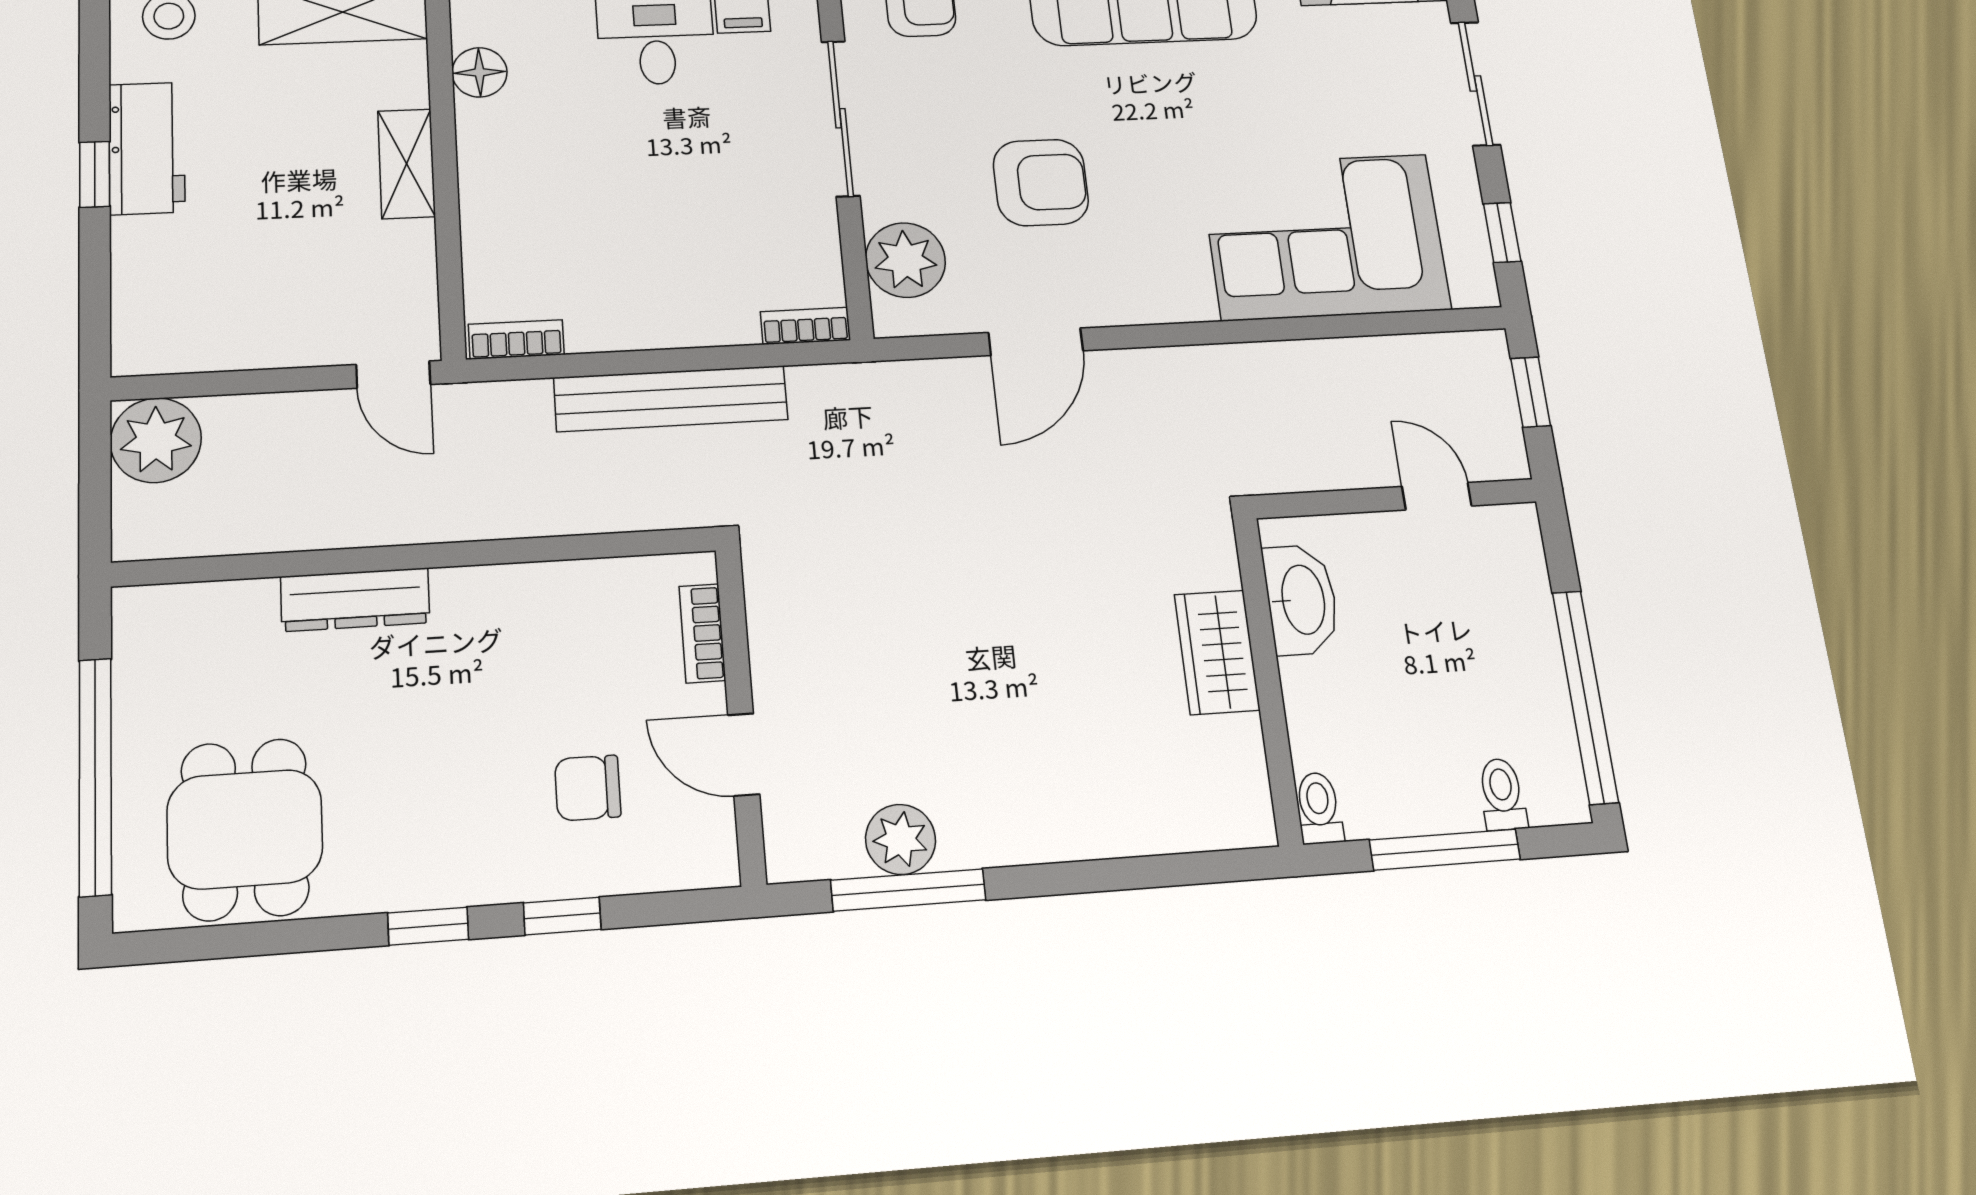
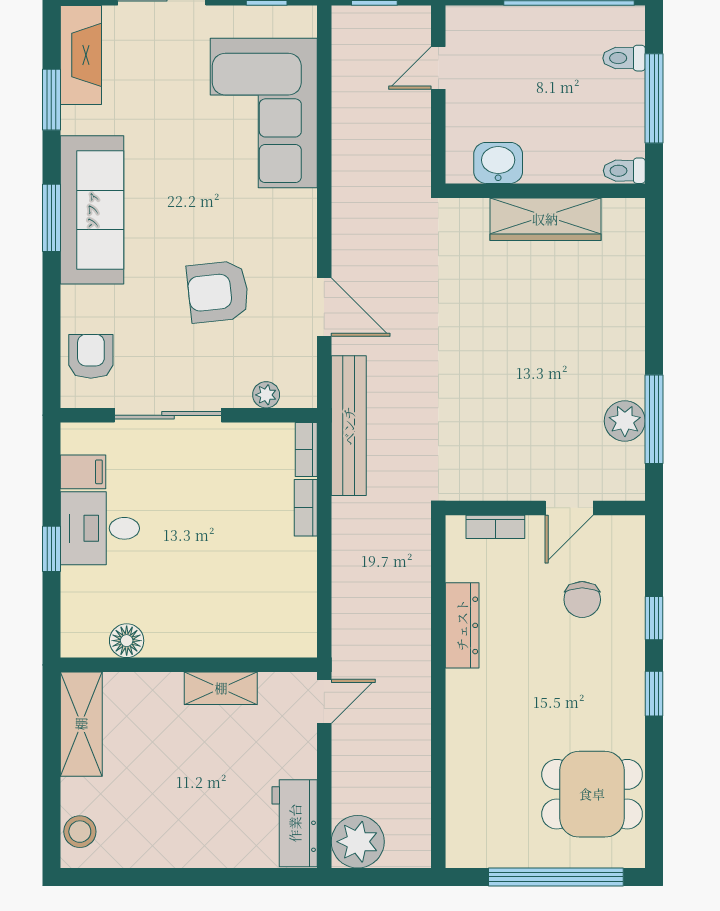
workbench: (147, 148) -> (295, 823), moved, turned -90
shelving: (406, 164) -> (221, 688), moved
window: (95, 174) -> (185, 877), removed
armchair: (1041, 182) -> (218, 292), turned -96
plant: (905, 260) -> (266, 395), width x0.53, depth x0.53
bookcase: (516, 339) -> (306, 508), moved
bench: (671, 399) -> (349, 426), moved
dresser: (355, 600) -> (462, 625), moved
washbasin: (1301, 600) -> (498, 163), width x0.72
wardrobe: (1217, 652) -> (545, 219), width x1.50

